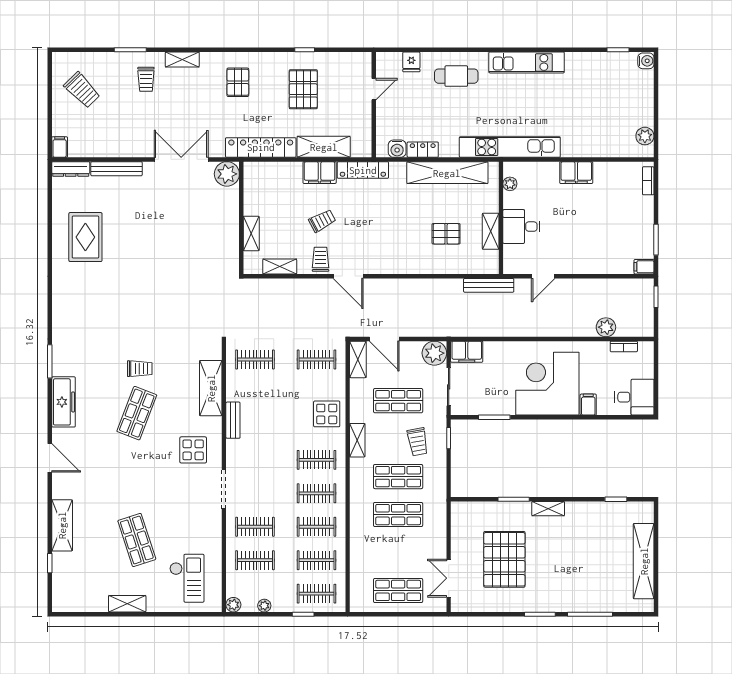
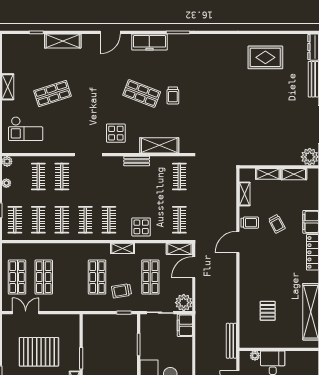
plant: (510, 184) -> (255, 356), moved
shelving: (491, 231) -> (294, 174), moved
shop shelf: (398, 515) -> (44, 277), moved

